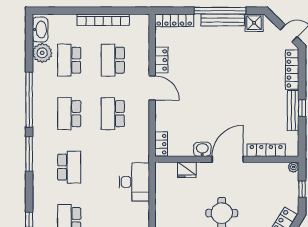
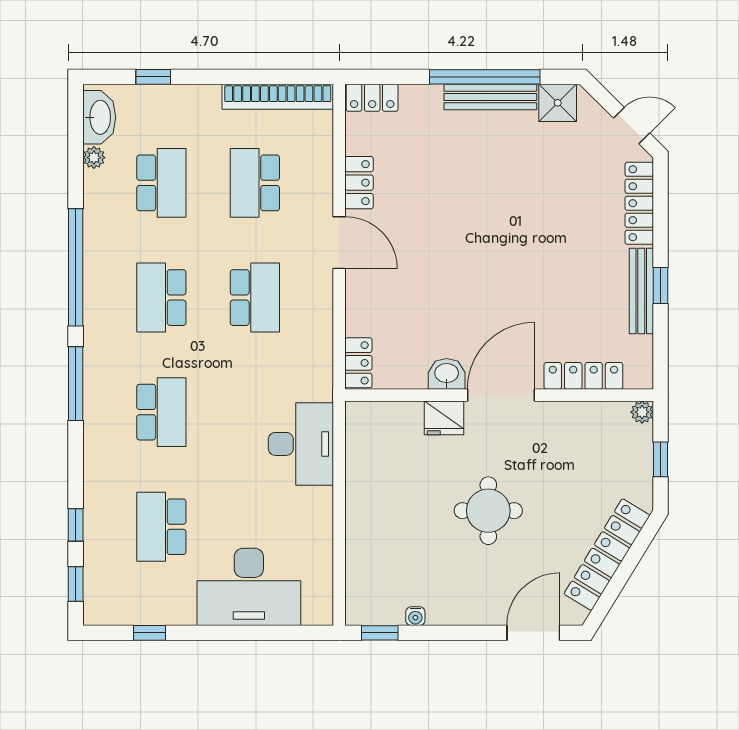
window: (65, 11) -> (153, 77), added
bookcase: (103, 20) -> (278, 97), moved
locker: (174, 20) -> (372, 98), width x0.66
plant: (42, 53) -> (94, 158), width x0.53, depth x0.53
school desk: (69, 60) -> (161, 183), turned 180
school desk: (113, 114) -> (255, 298), turned 180
fridge: (187, 170) -> (444, 418), moved

